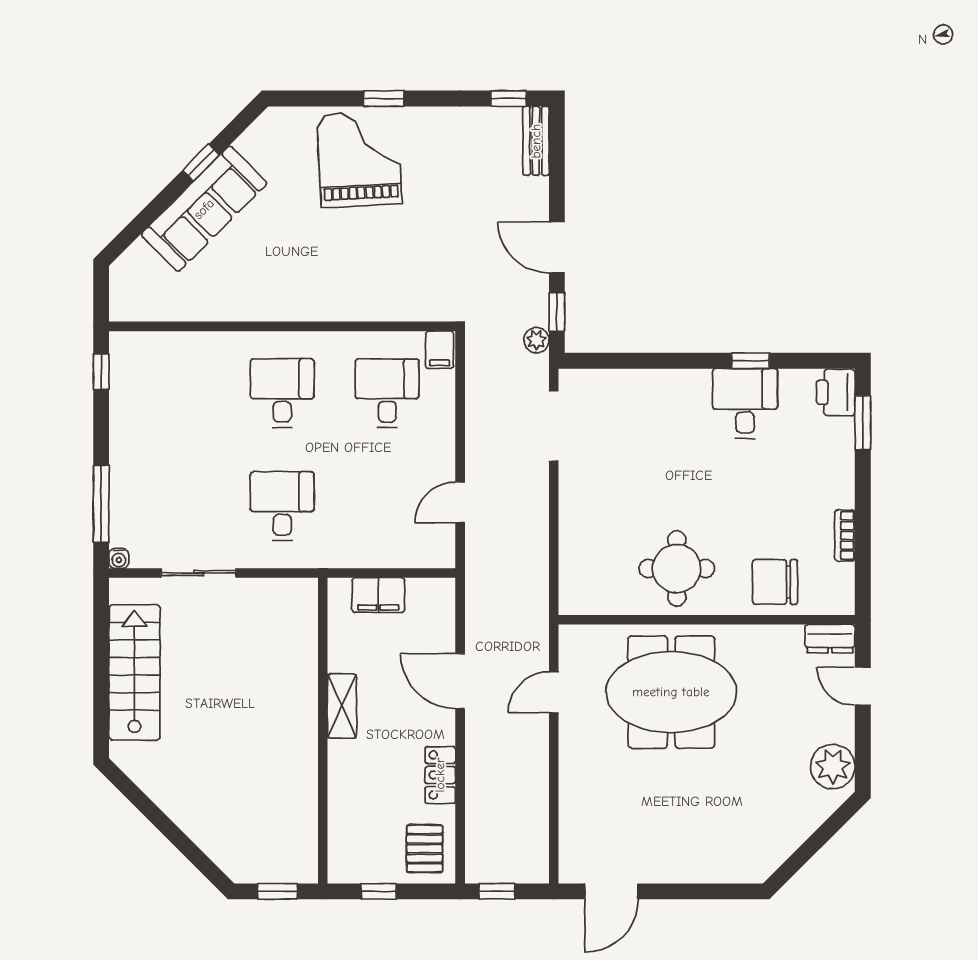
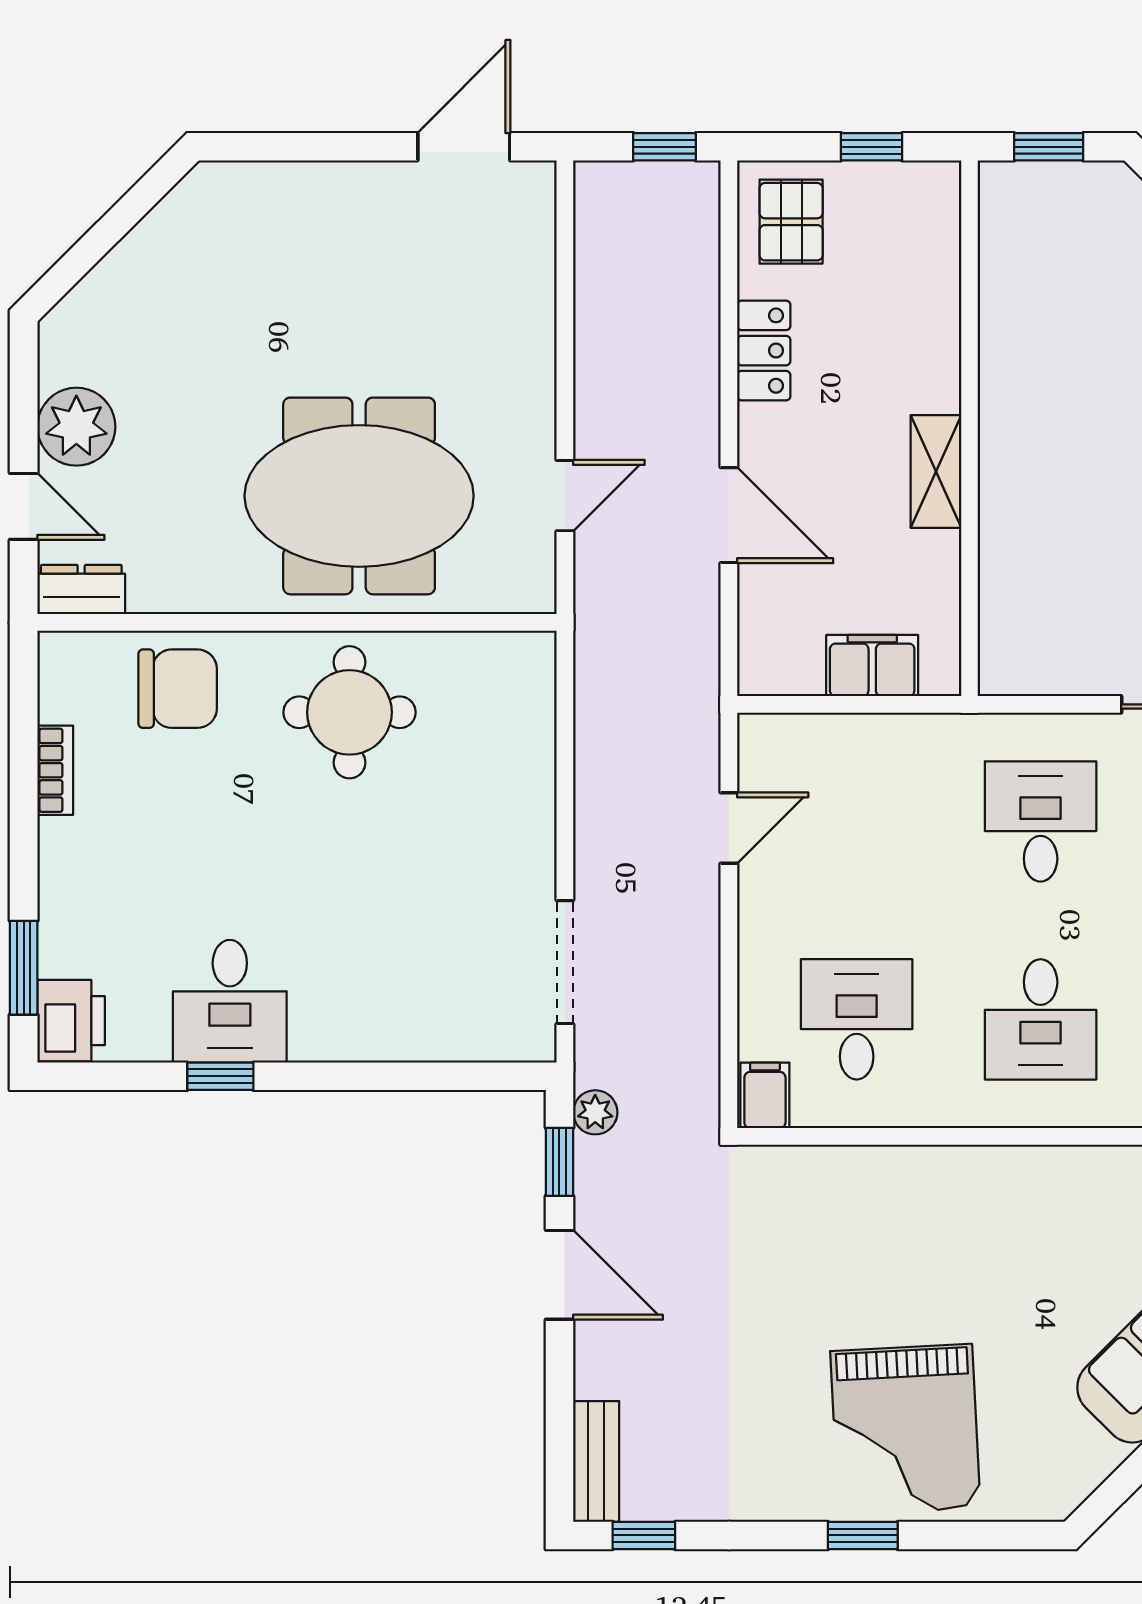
desk: (387, 393) -> (857, 1019), turned 180
desk: (282, 506) -> (1041, 821), turned 180
plant: (833, 767) -> (76, 427), moved

